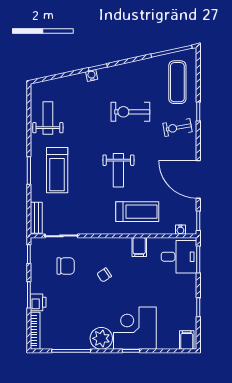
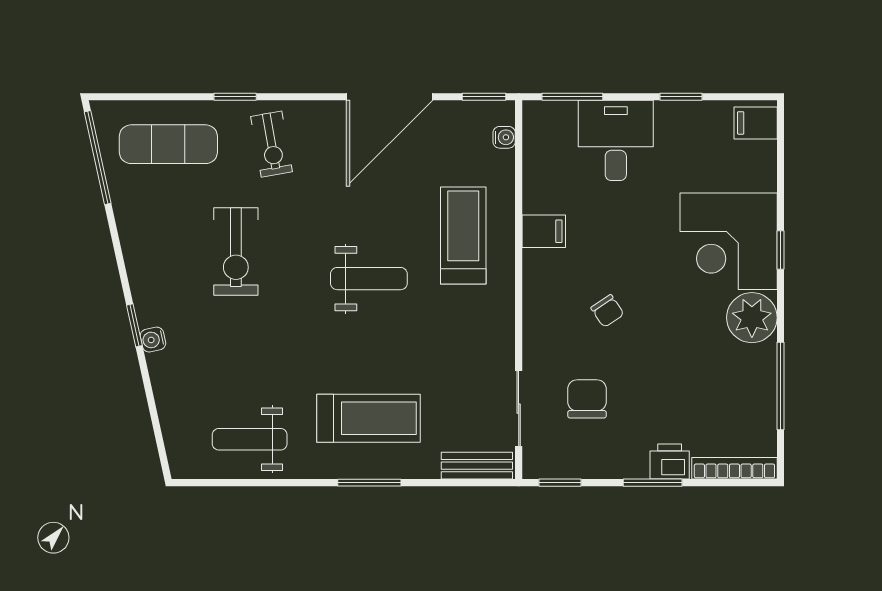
desk: (179, 257) -> (616, 140), moved

